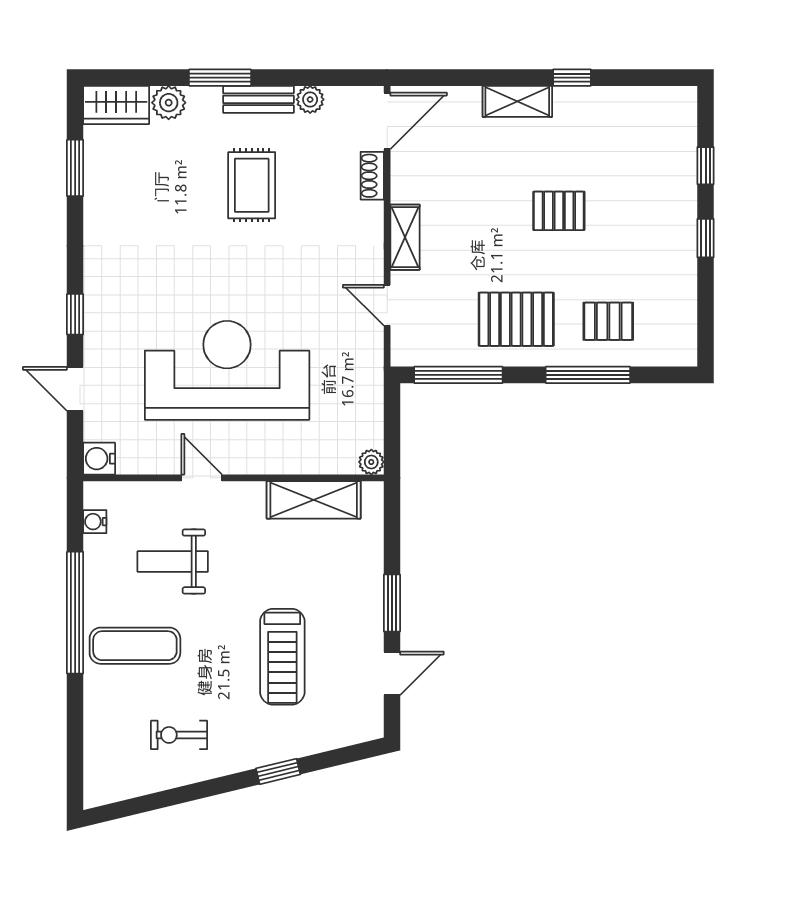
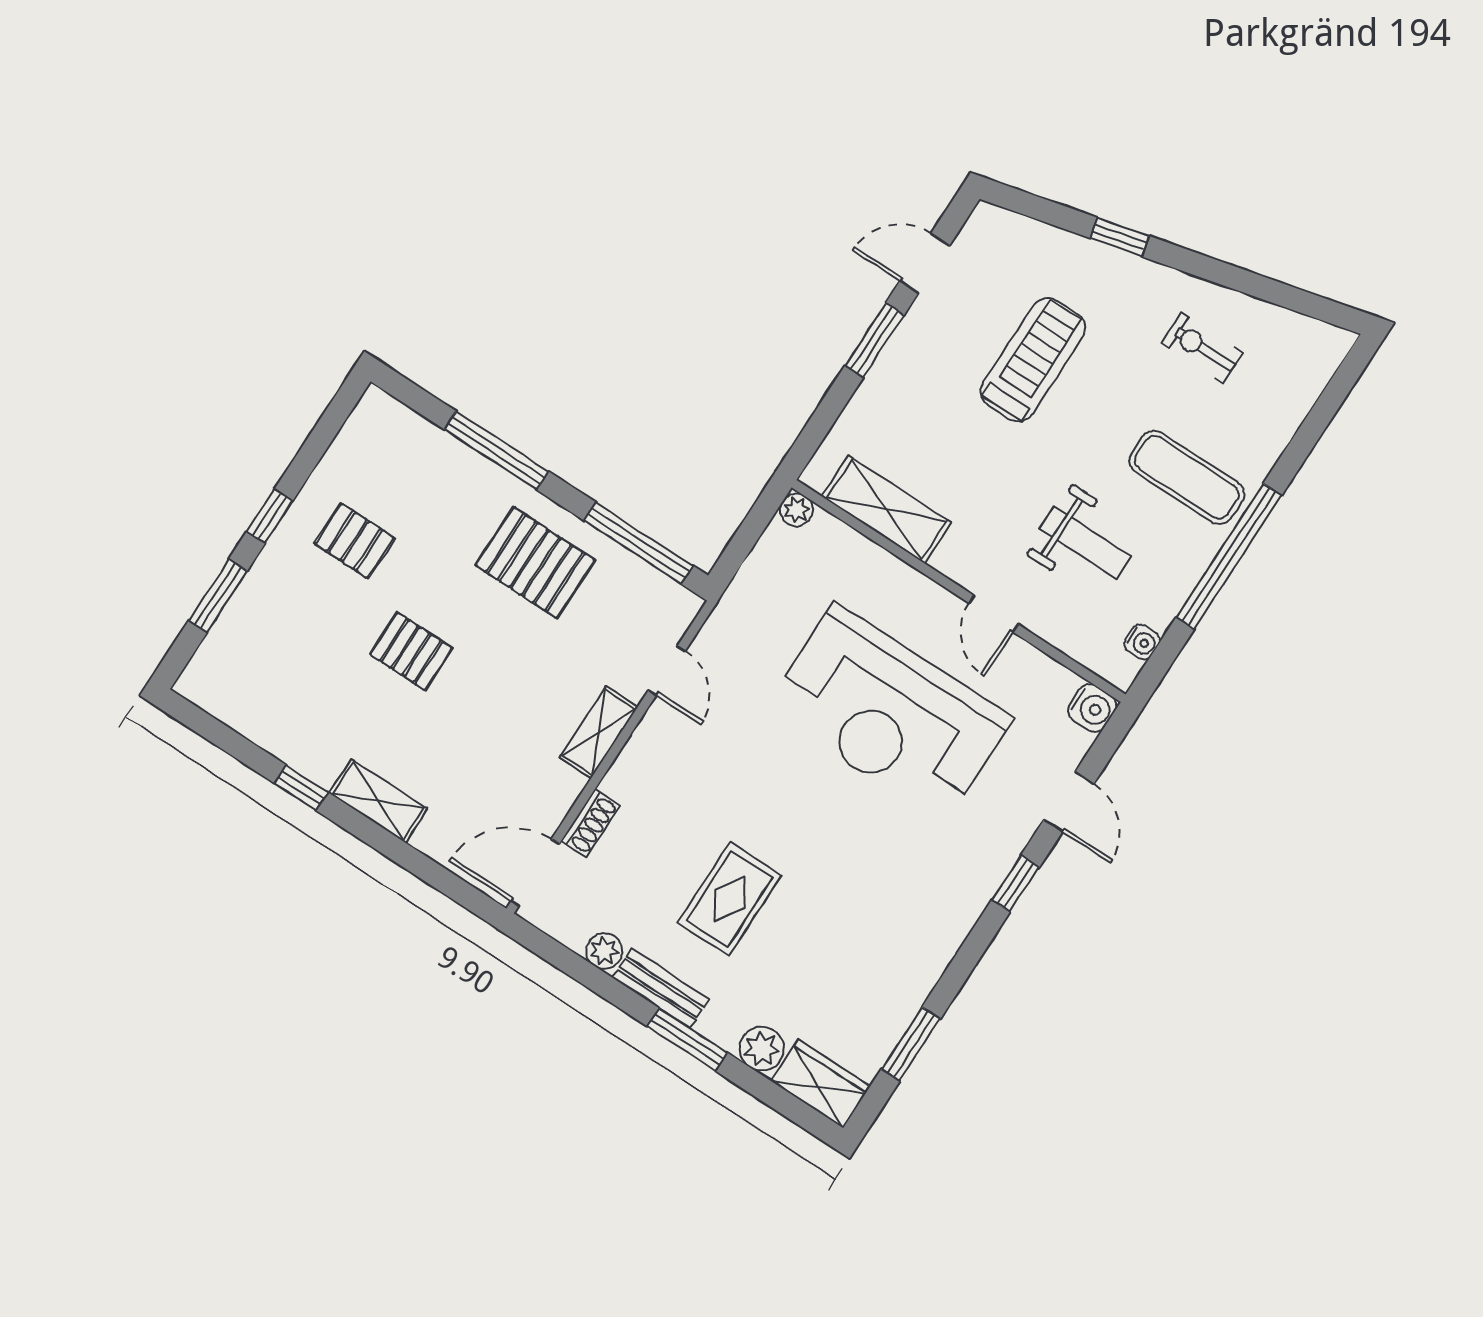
window: (706, 166) -> (218, 596), width x1.50
pallet: (608, 321) -> (355, 541), moved
exercise bike: (179, 735) -> (1202, 348), turned 180

